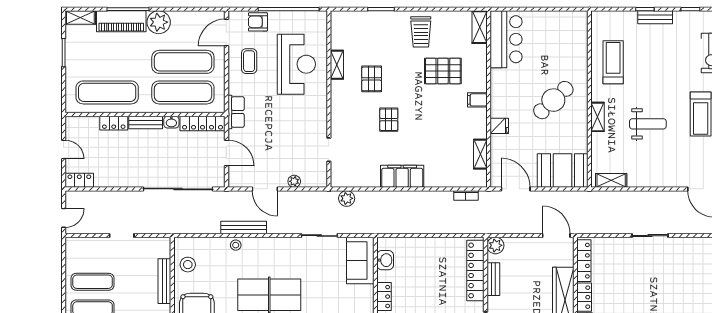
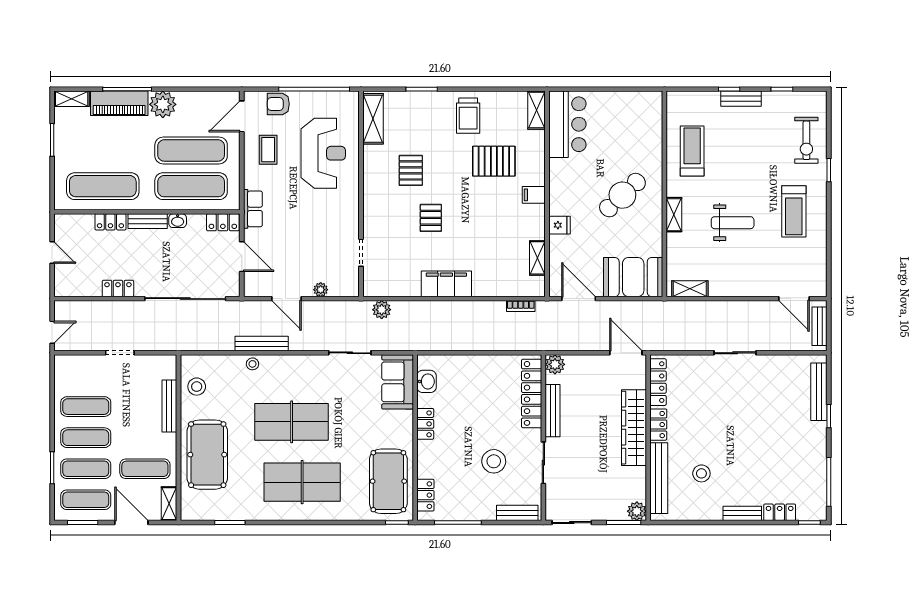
shelving: (337, 65) -> (373, 119), moved, width x1.50, depth x1.33
locker: (203, 124) -> (223, 222), width x0.66
locker: (79, 180) -> (118, 288), moved
bench: (493, 279) -> (553, 411), width x1.36

